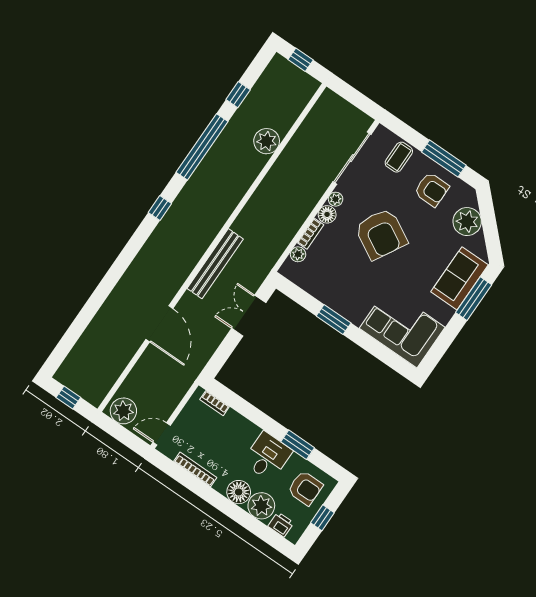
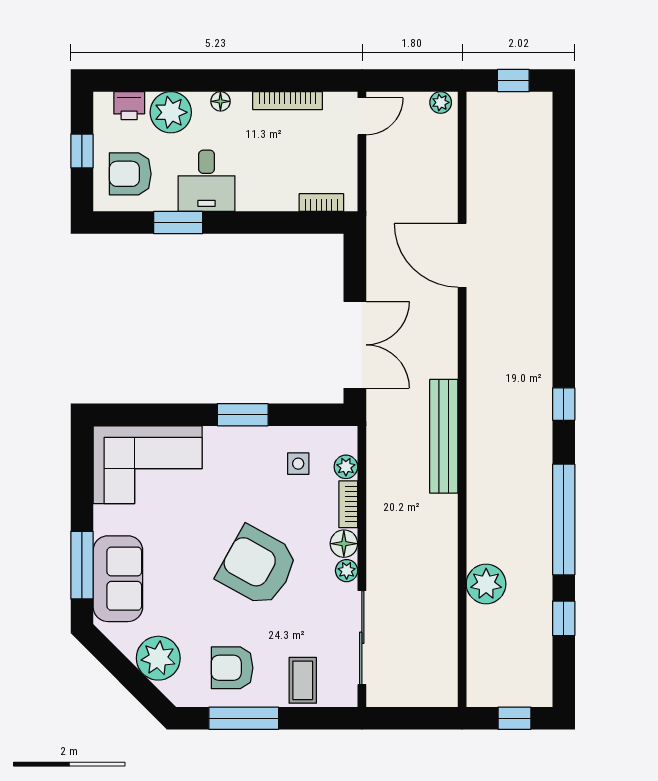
bench: (215, 264) -> (444, 436), moved
side table: (322, 273) -> (298, 464), added
double door: (249, 316) -> (355, 345), width x1.37
plant: (123, 411) -> (441, 102), width x0.53, depth x0.53
floor lamp: (239, 492) -> (220, 101), width x0.53, depth x0.53

